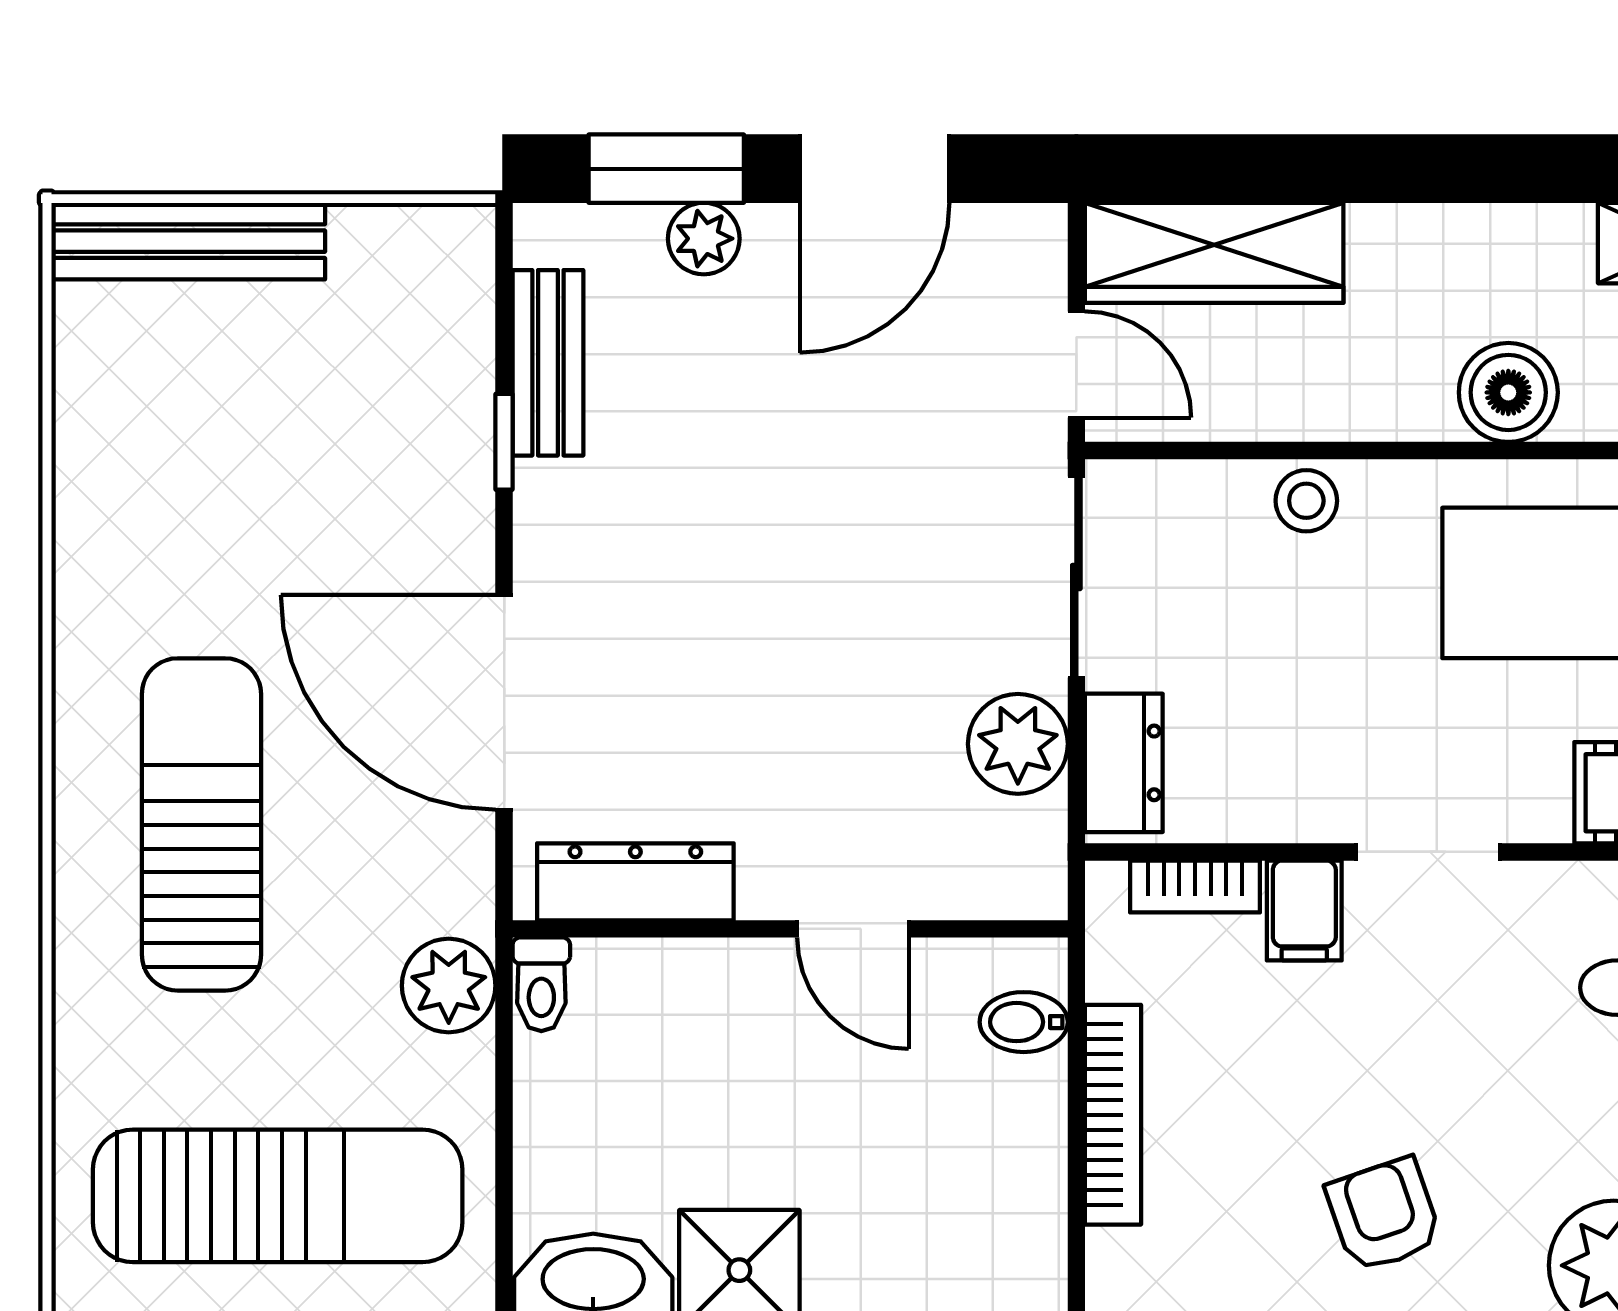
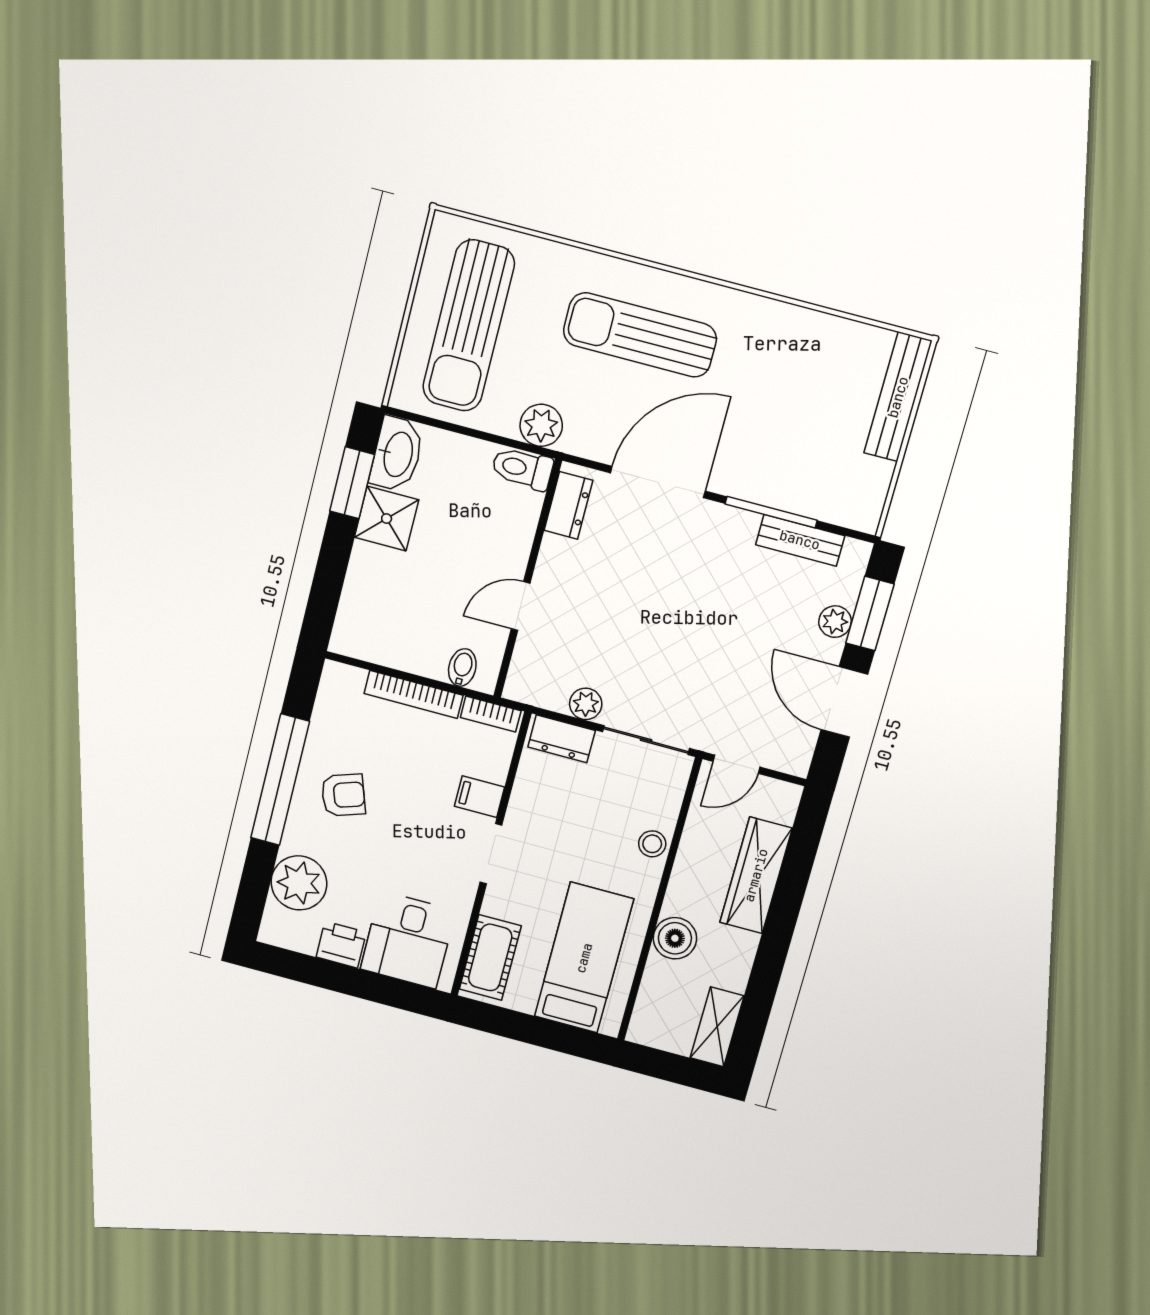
wardrobe: (1214, 253) -> (756, 875), moved
window: (504, 442) -> (771, 512), width x2.17
plant: (1018, 744) -> (586, 704), width x0.73, depth x0.73
sun lounger: (201, 824) -> (640, 335), turned 180
dresser: (635, 882) -> (568, 505), width x0.70
bookcase: (1195, 886) -> (491, 714), moved, turned -90
toilet: (541, 984) -> (522, 468), width x1.37, depth x1.39

